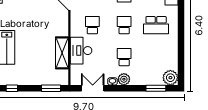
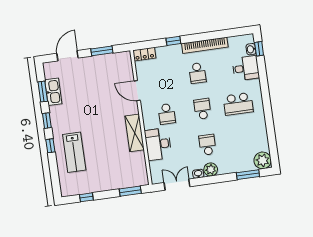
school desk: (92, 25) -> (167, 114), turned 180
shelving: (62, 53) -> (135, 133), moved

